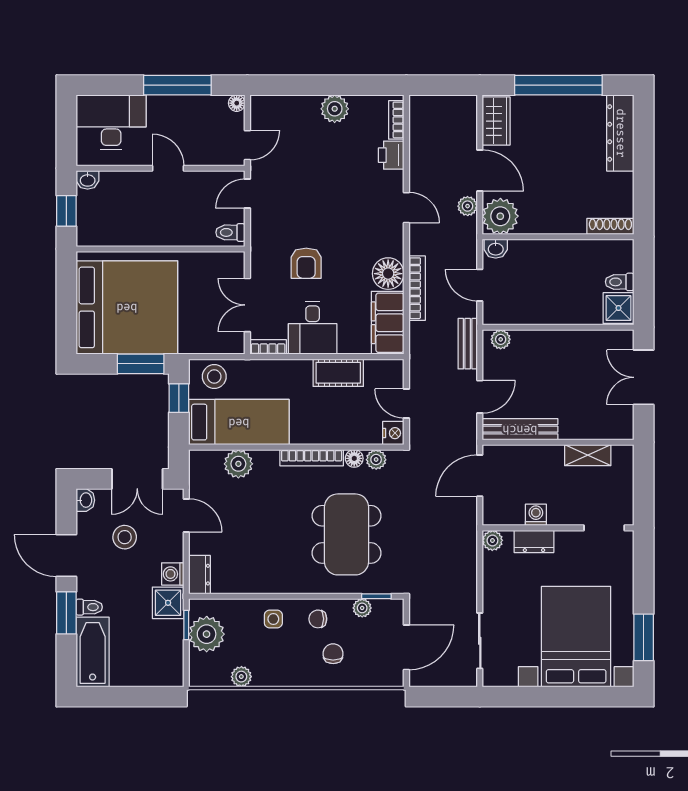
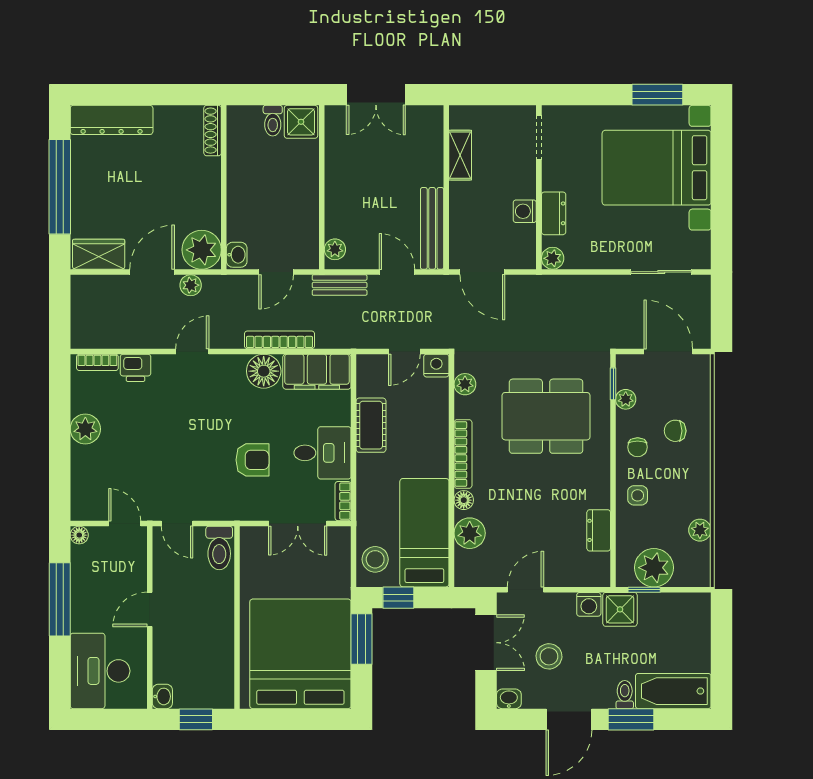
toilet: (230, 232) -> (219, 548), width x1.37, depth x1.39
floor lamp: (354, 458) -> (464, 500), moved
dresser: (199, 575) -> (599, 530), moved, turned -90

